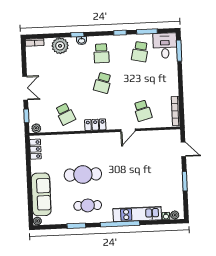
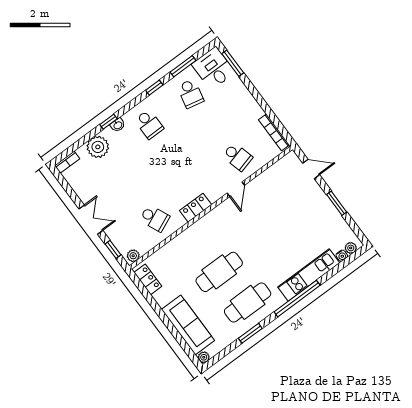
school desk: (103, 83) -> (173, 156), removed
cafe table: (88, 205) -> (248, 302), width x1.37, depth x1.35

